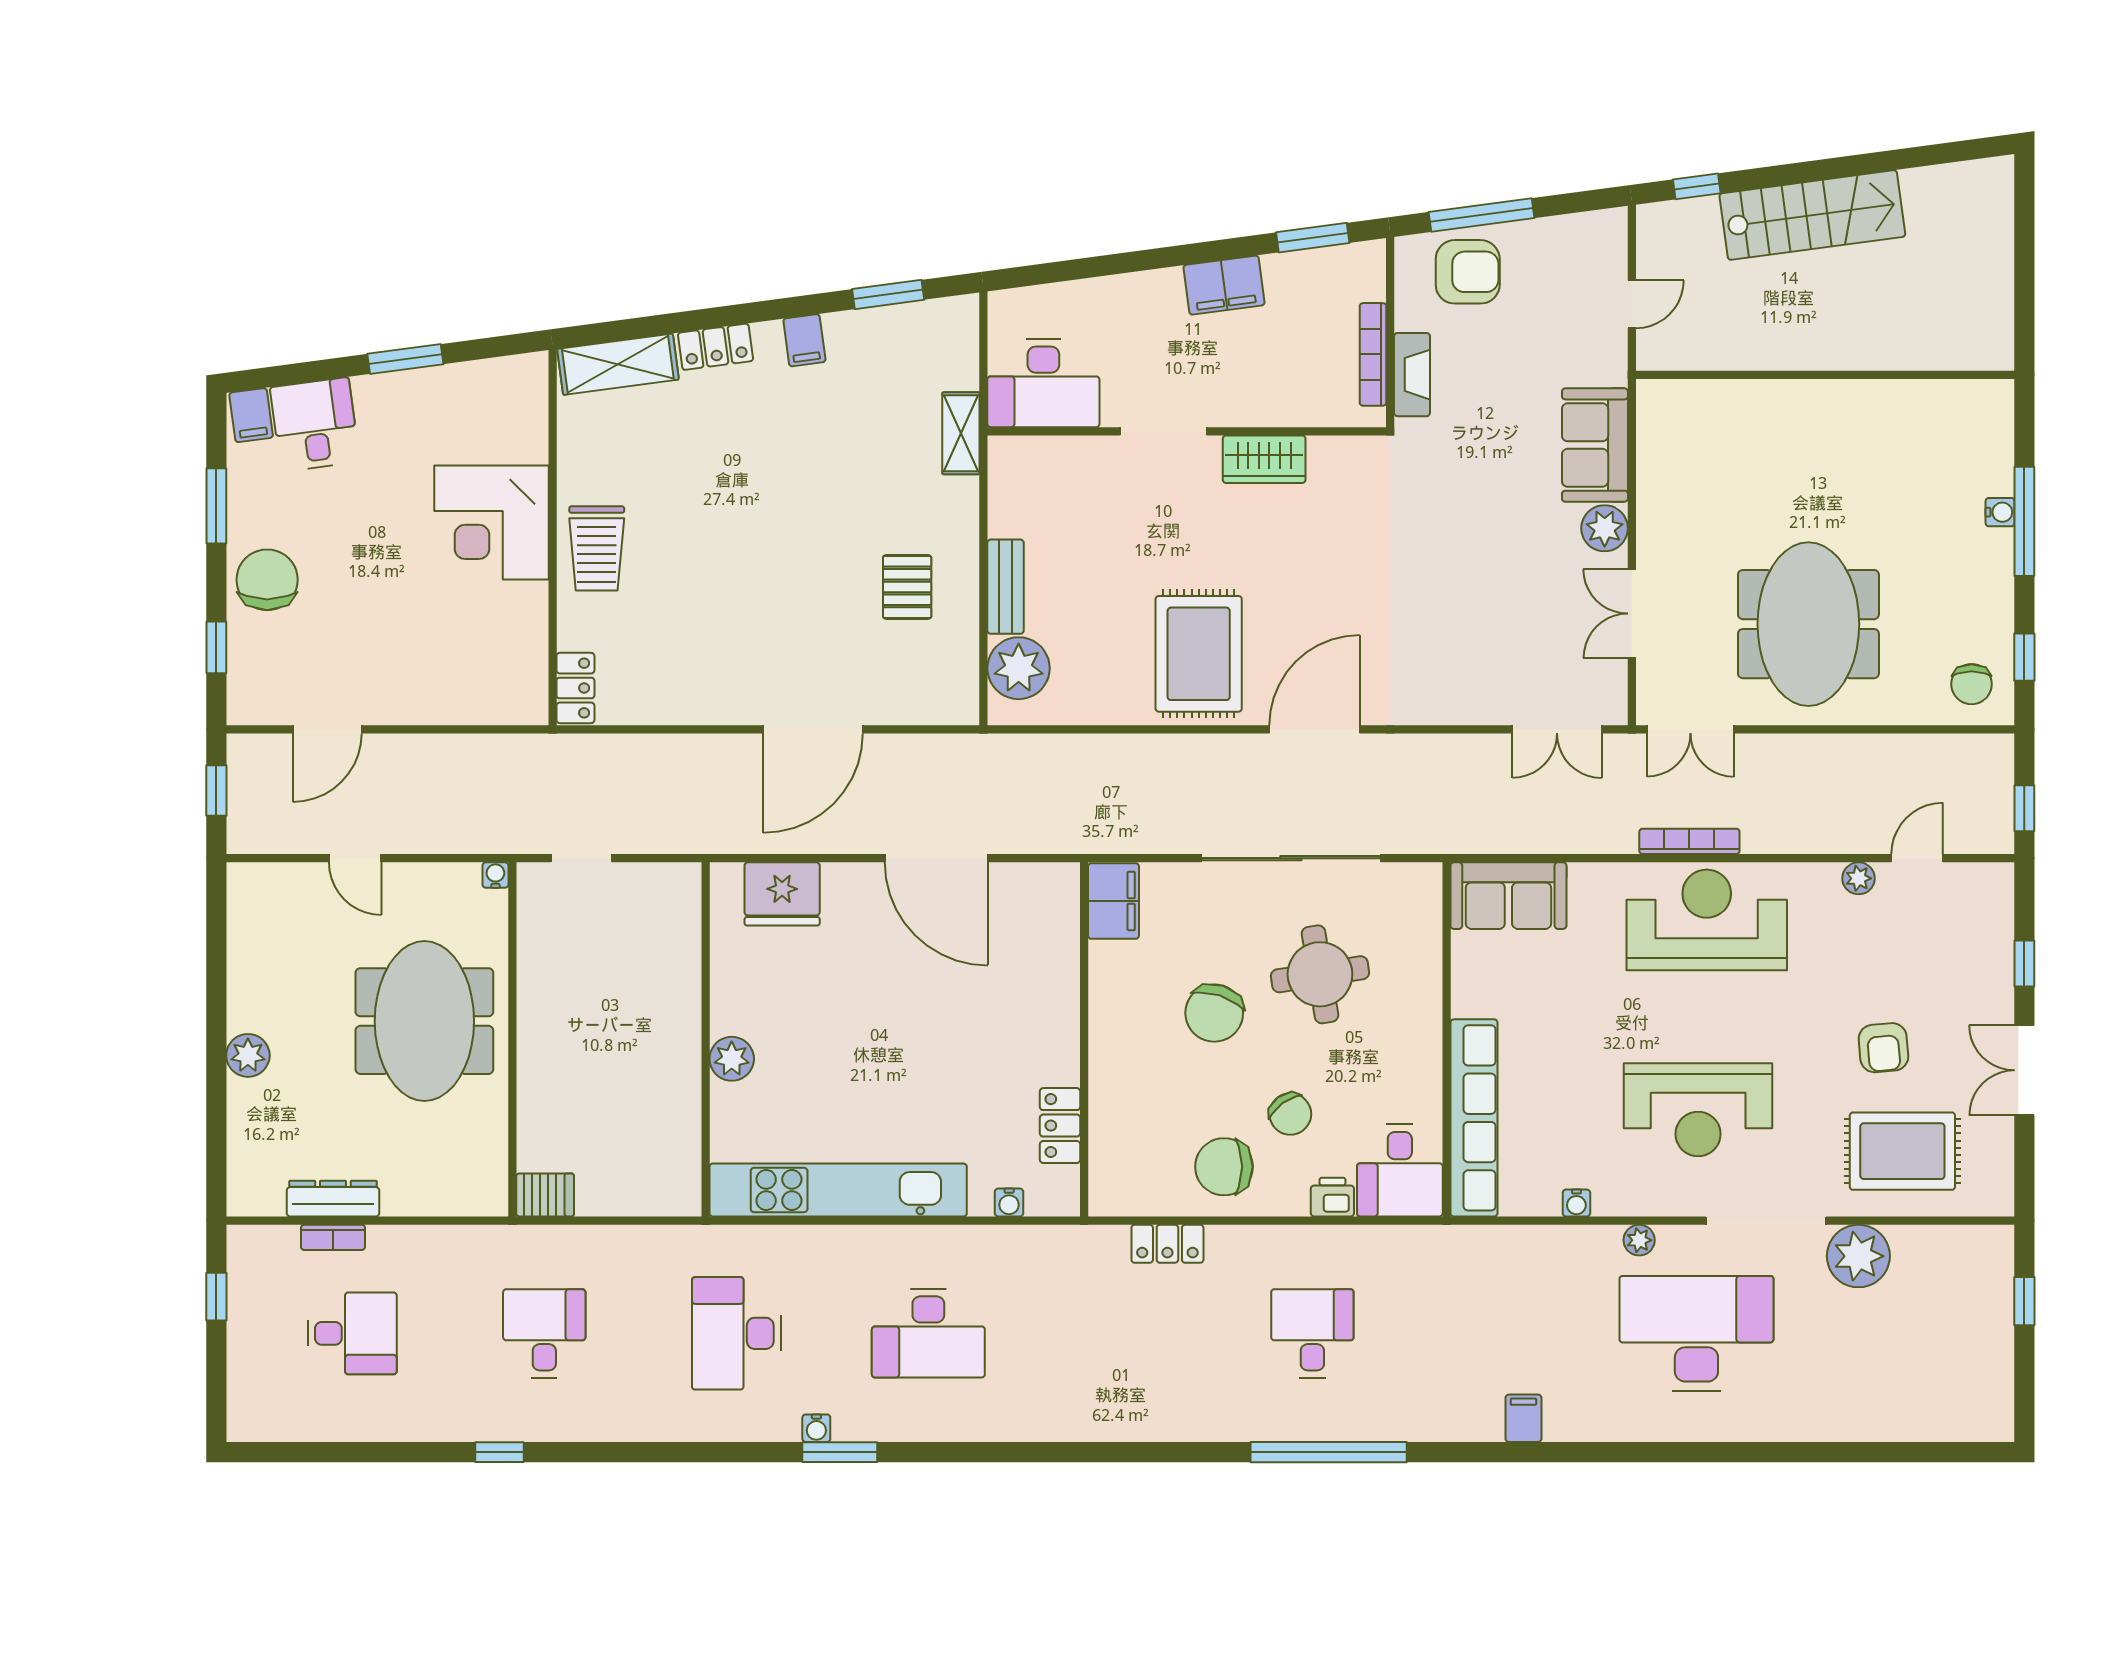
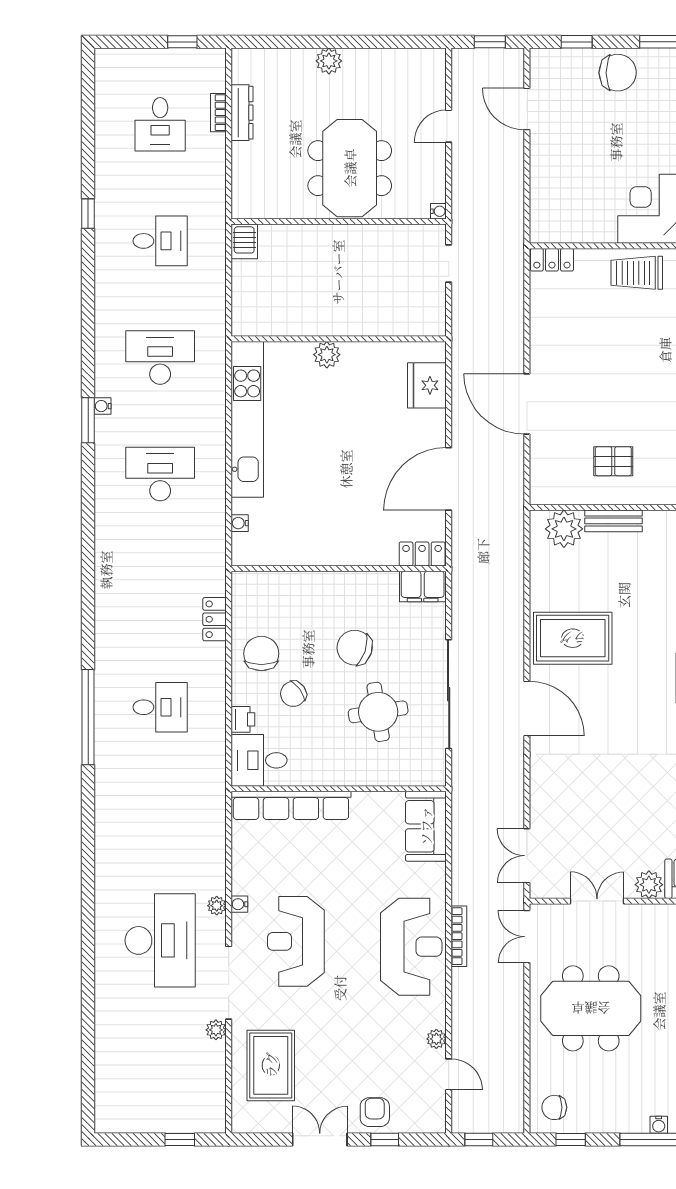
meeting table: (424, 1021) -> (350, 168), turned 90
armchair: (1883, 1048) -> (375, 1112), moved, turned 95
locker: (1060, 1126) -> (422, 554), moved
water cooler: (1576, 1203) -> (239, 904), moved
plant: (1858, 1256) -> (216, 1030), width x0.53, depth x0.53
desk: (928, 1333) -> (160, 474), turned 90
filing cabinet: (1523, 1418) -> (109, 835), removed

